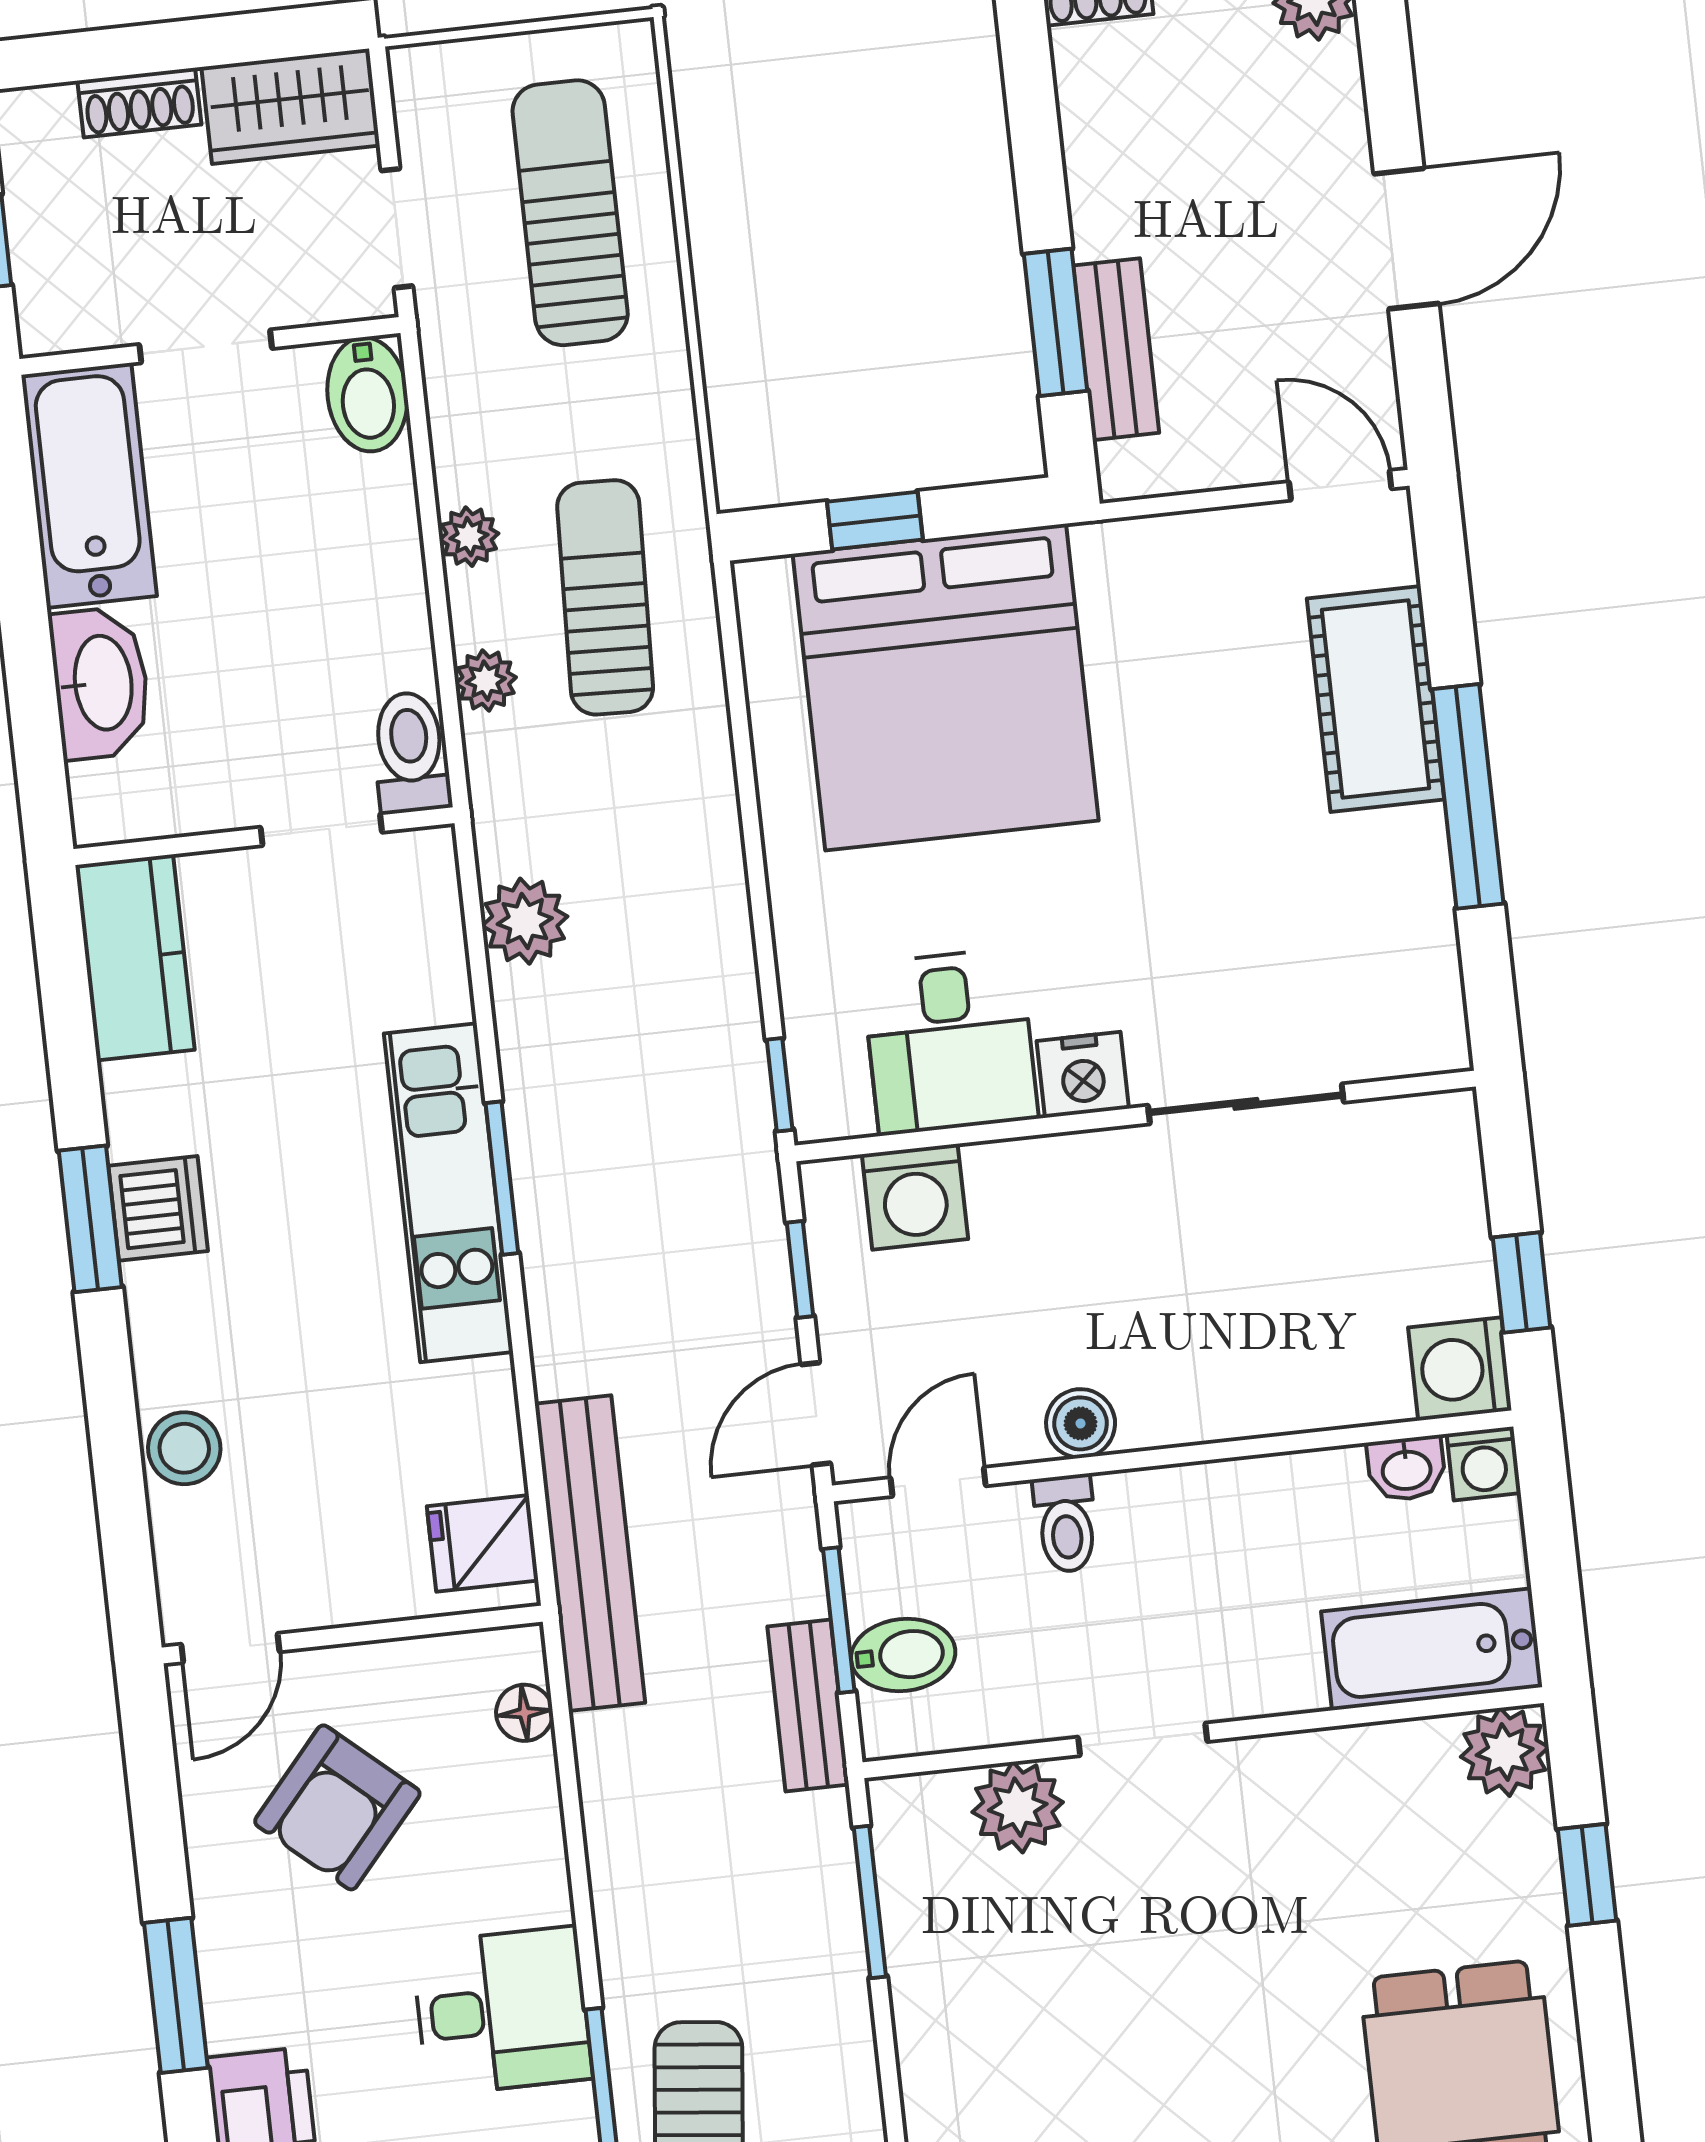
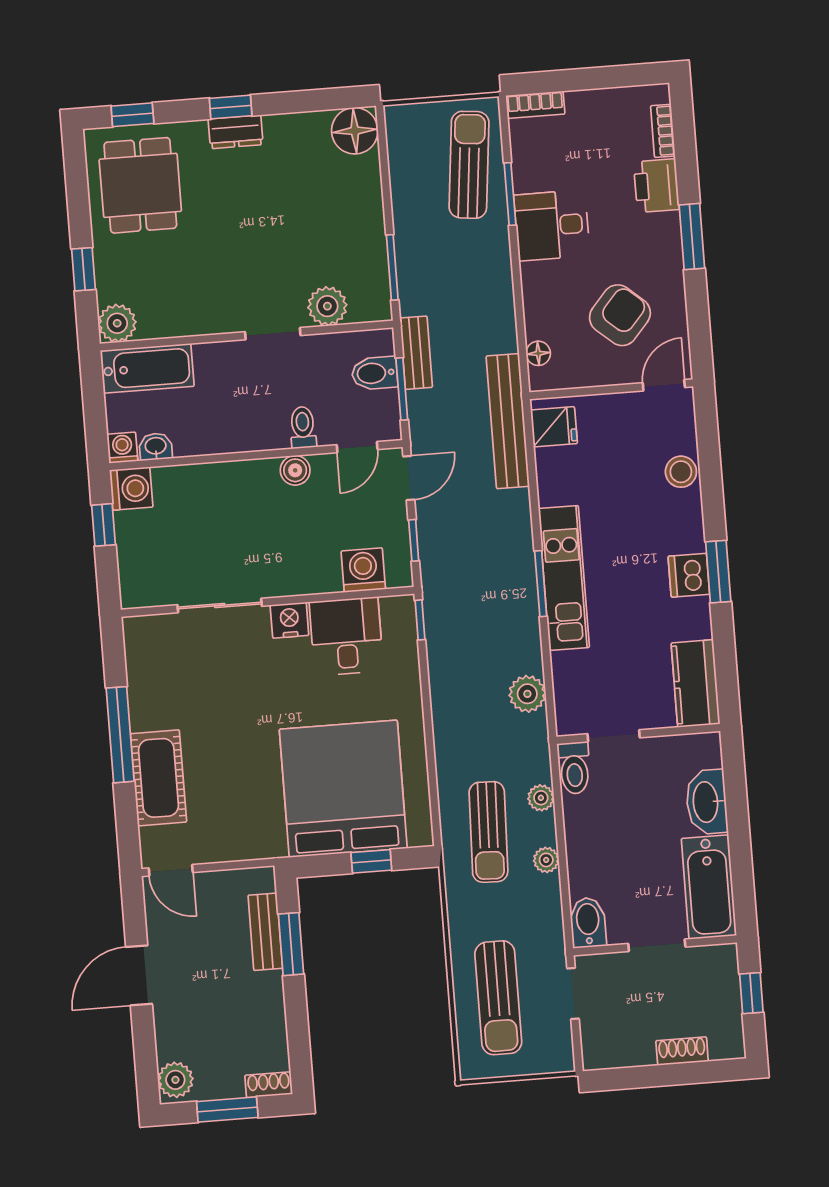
wardrobe: (291, 106) -> (617, 1047), removed

